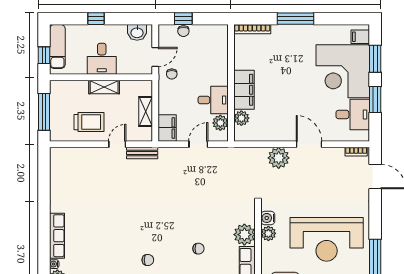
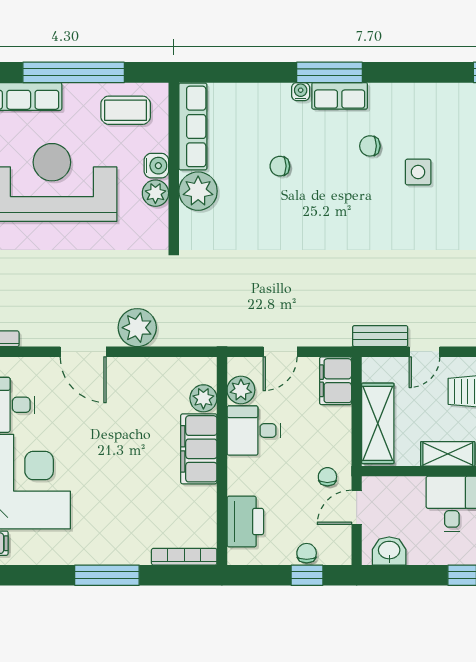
printer: (218, 49) -> (245, 522), added
shelving: (146, 112) -> (378, 423), width x1.50, depth x1.33
water cooler: (268, 218) -> (156, 166), moved
side table: (121, 245) -> (418, 172), added

